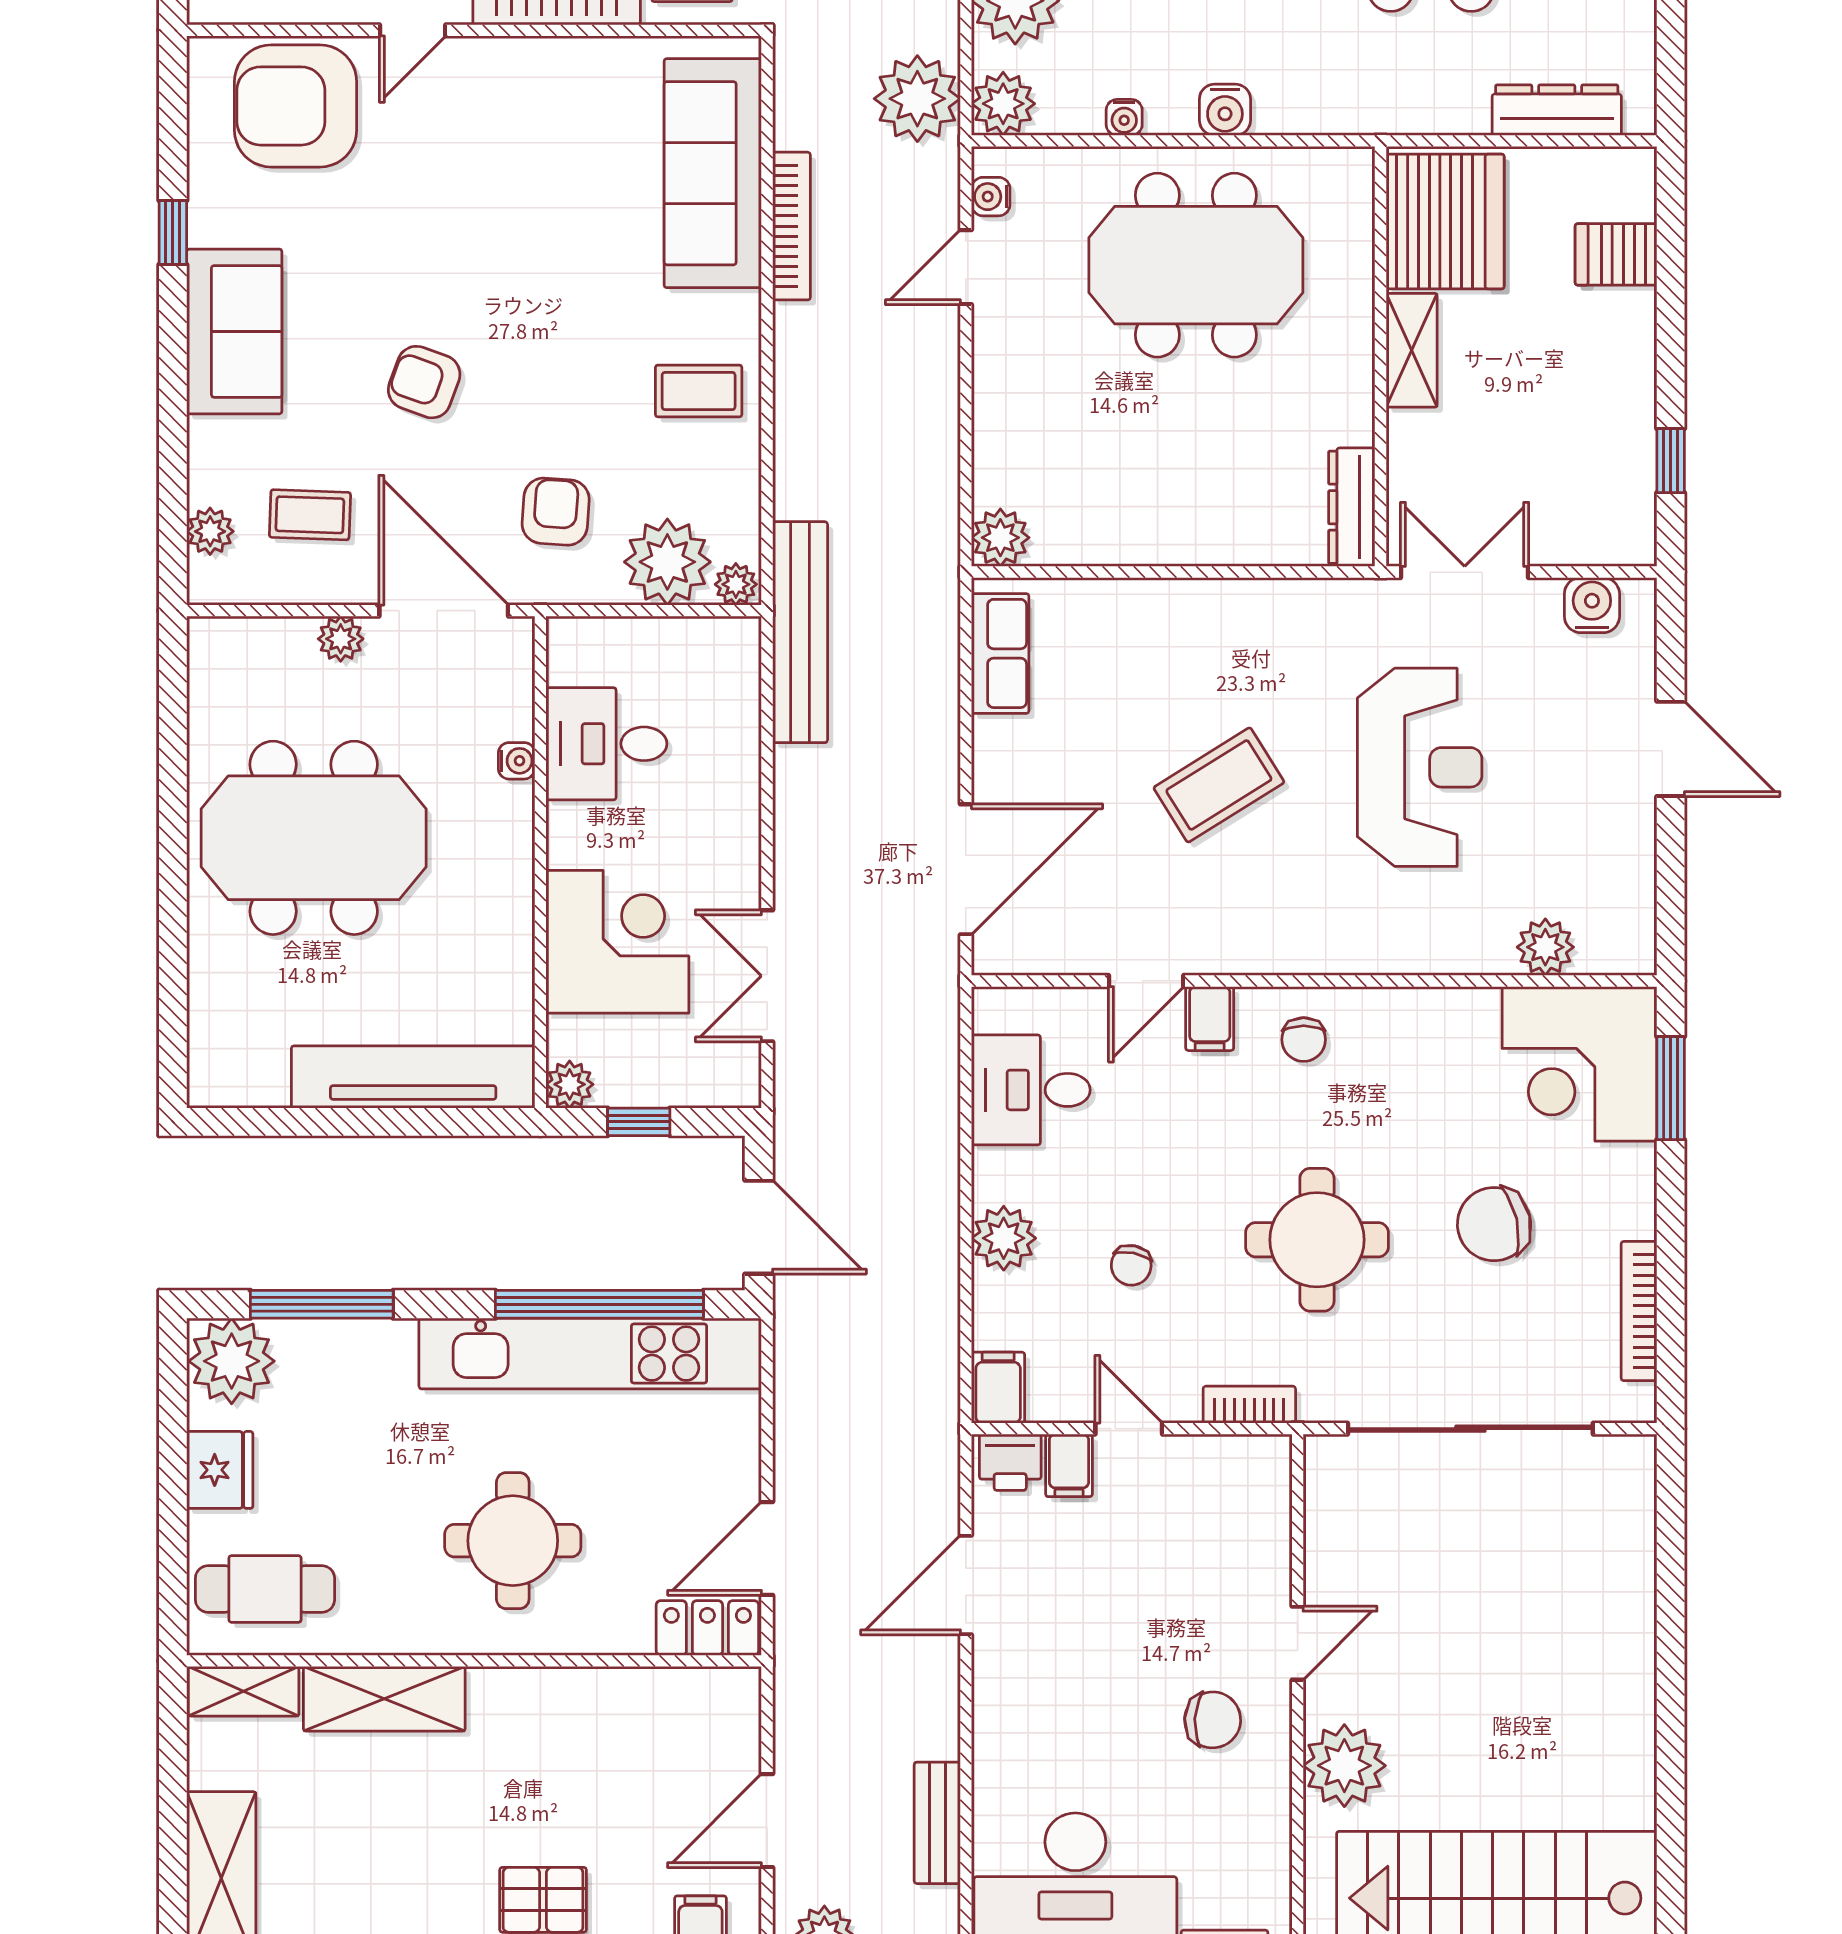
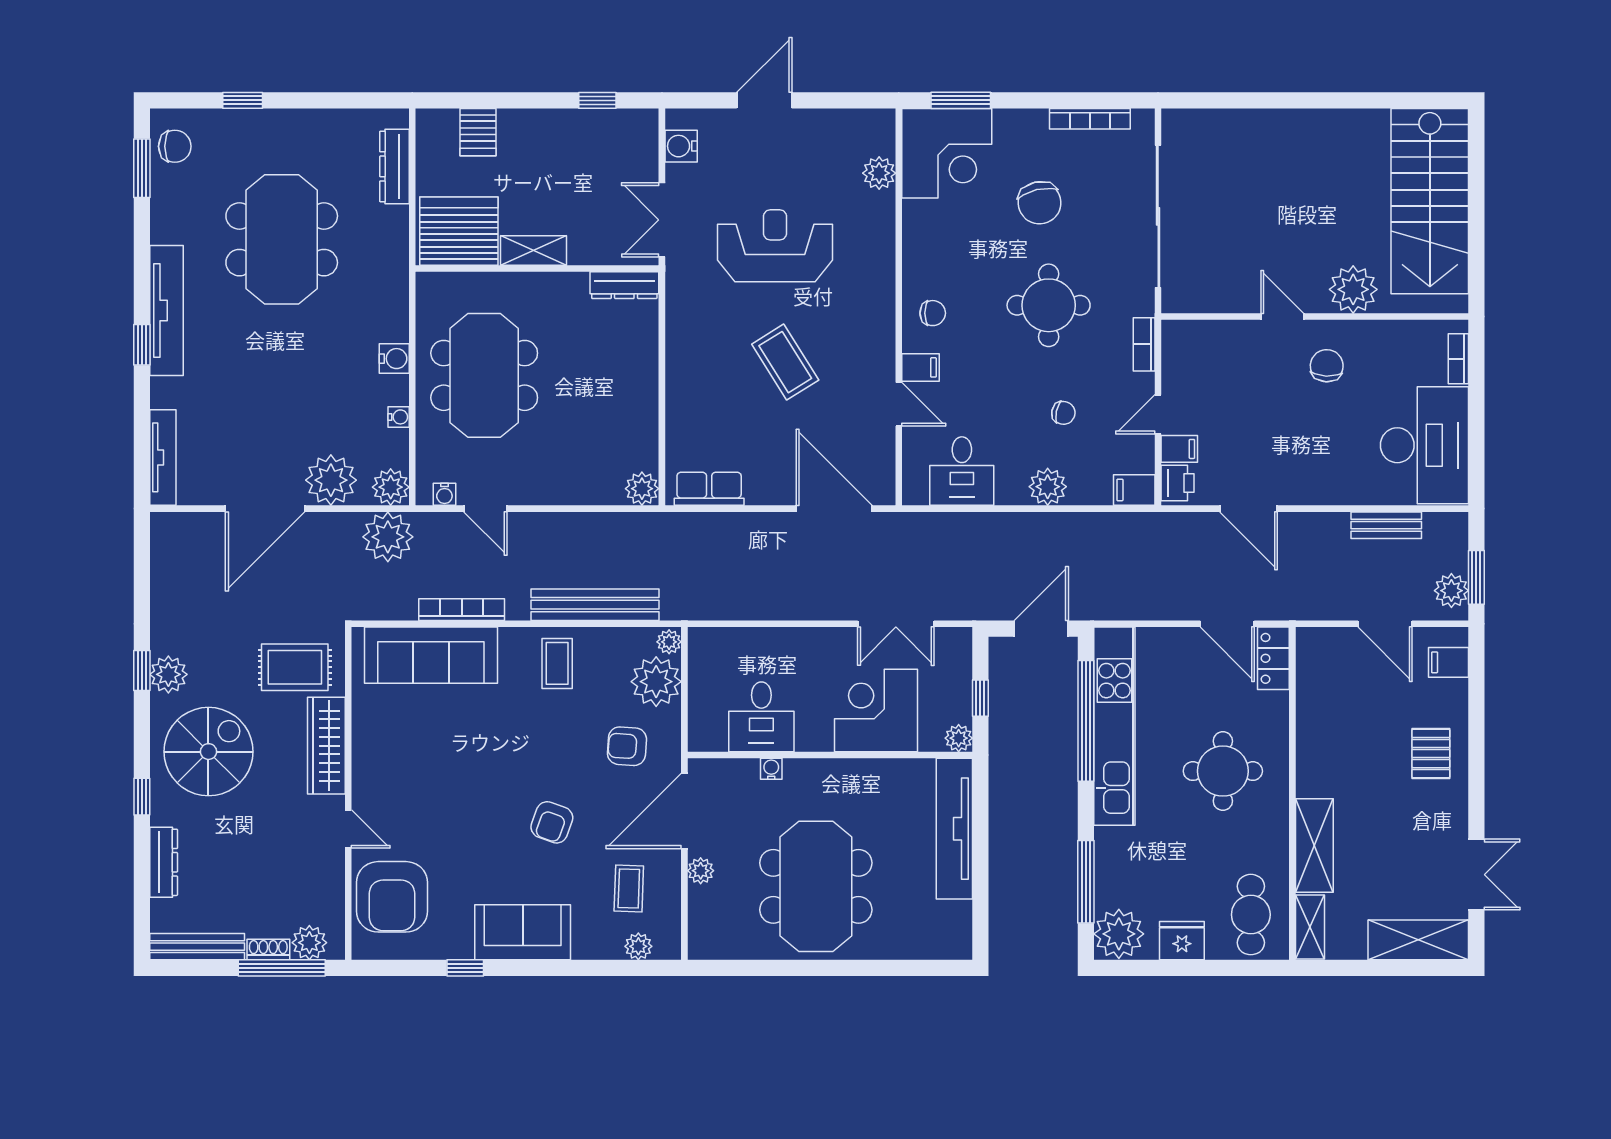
bench: (800, 632) -> (595, 605), moved

